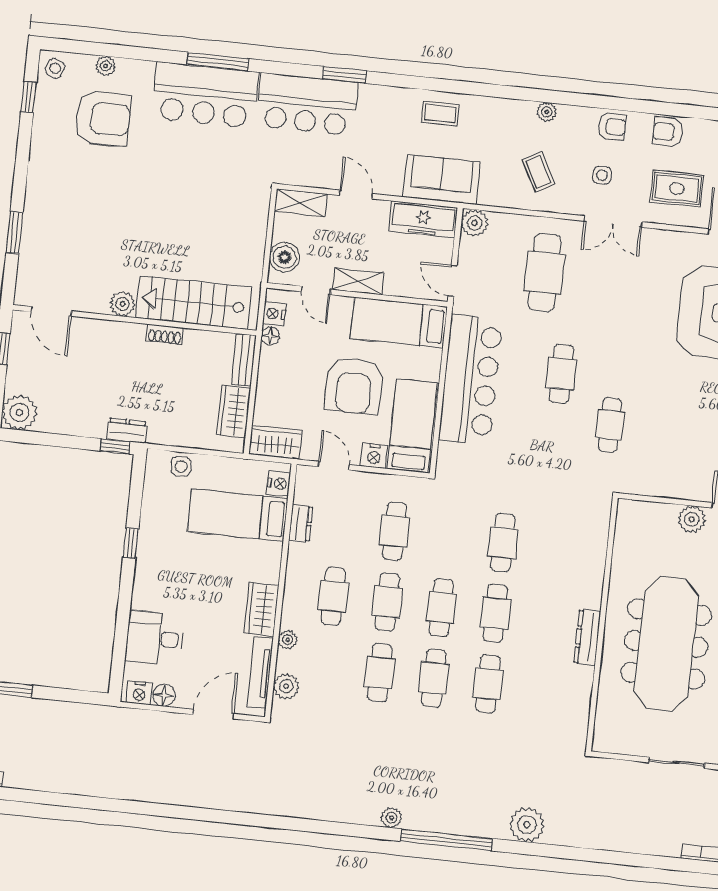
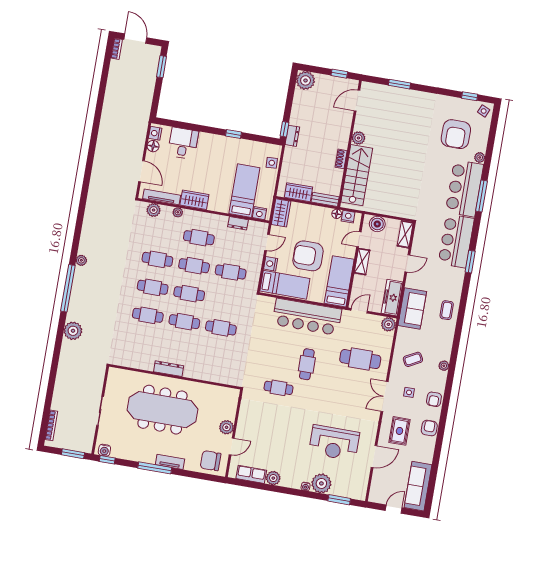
plant: (106, 66) -> (480, 157), moved
cafe table: (561, 374) -> (307, 364), turned 90

